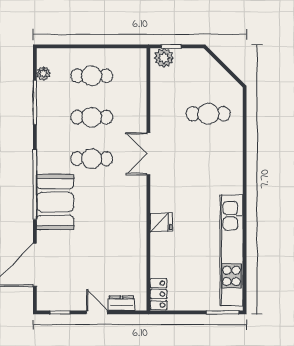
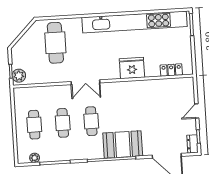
cafe table: (208, 114) -> (55, 43), width x1.37, depth x1.35
fridge: (161, 222) -> (132, 68), width x1.88, depth x1.34
kitchen unit: (231, 250) -> (135, 22), width x1.36
locker: (159, 294) -> (171, 70), moved
dresser: (121, 303) -> (192, 144), moved

